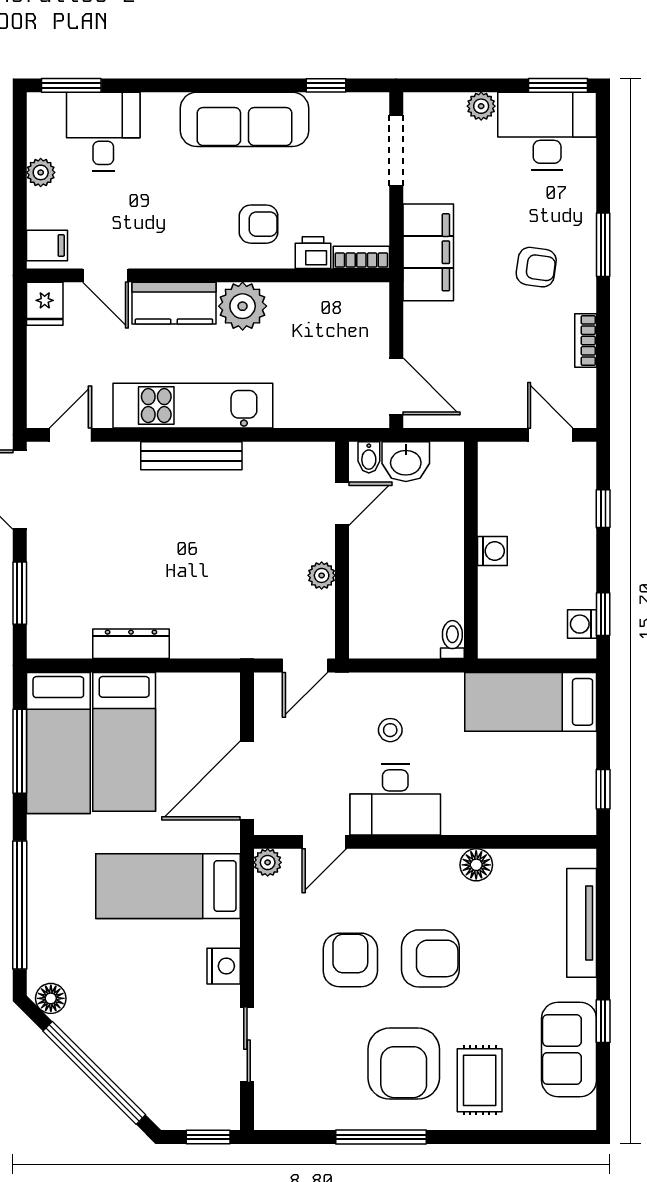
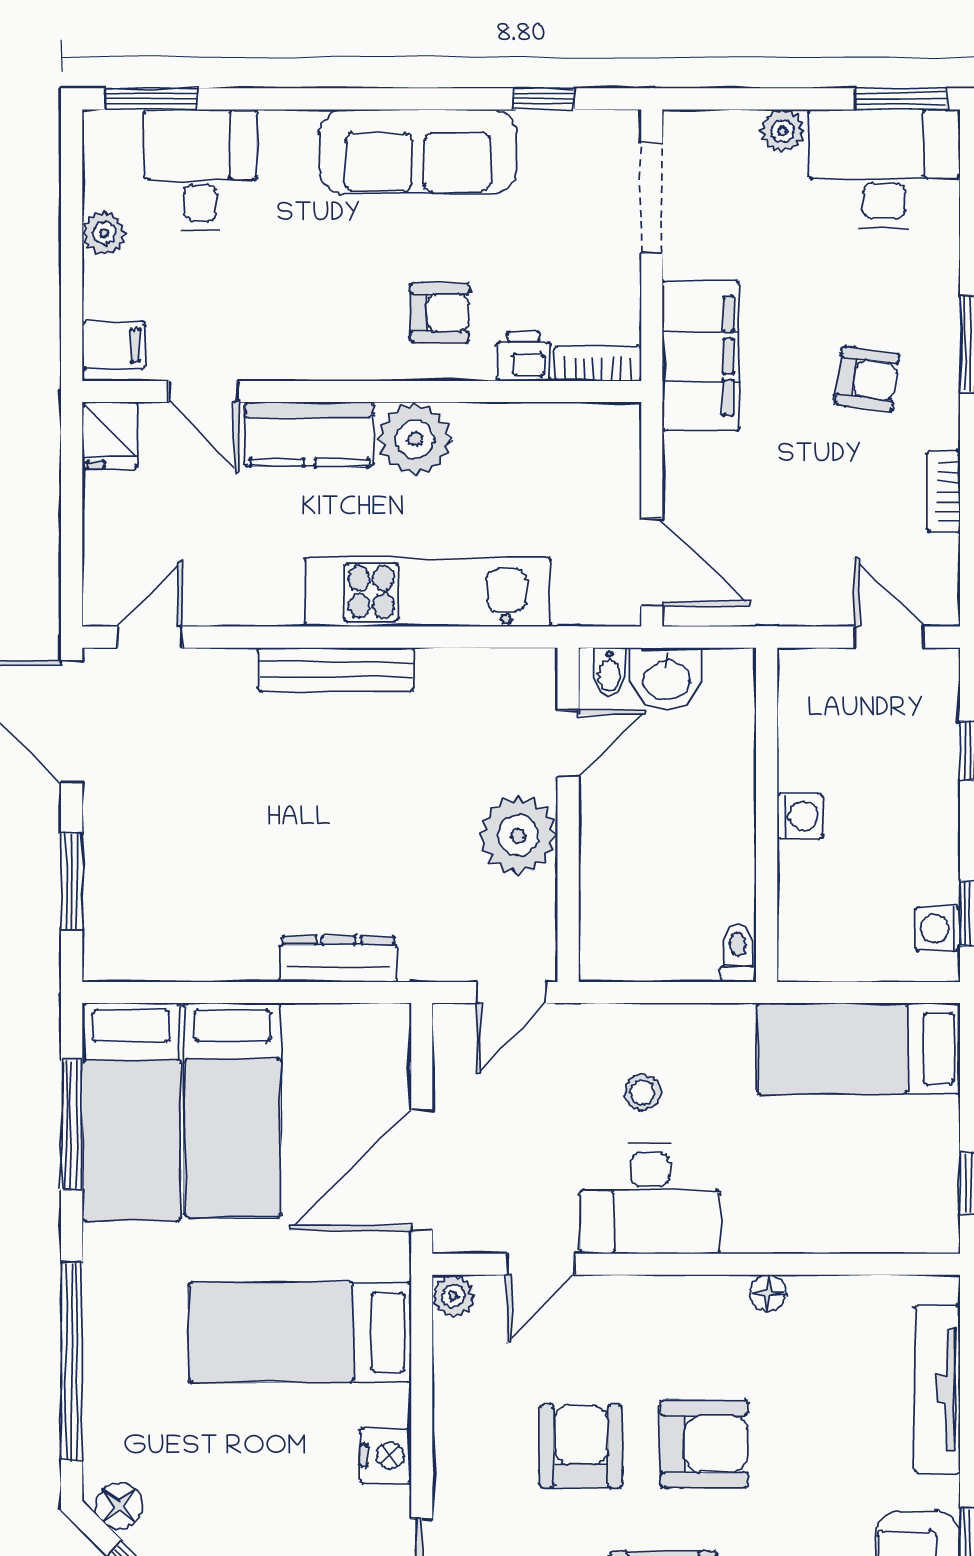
kitchen unit: (193, 406) -> (428, 592), moved
plant: (322, 575) -> (518, 835), width x1.88, depth x1.88
dresser: (131, 644) -> (339, 959), moved
floor lamp: (476, 865) -> (768, 1293), width x0.73, depth x0.73

